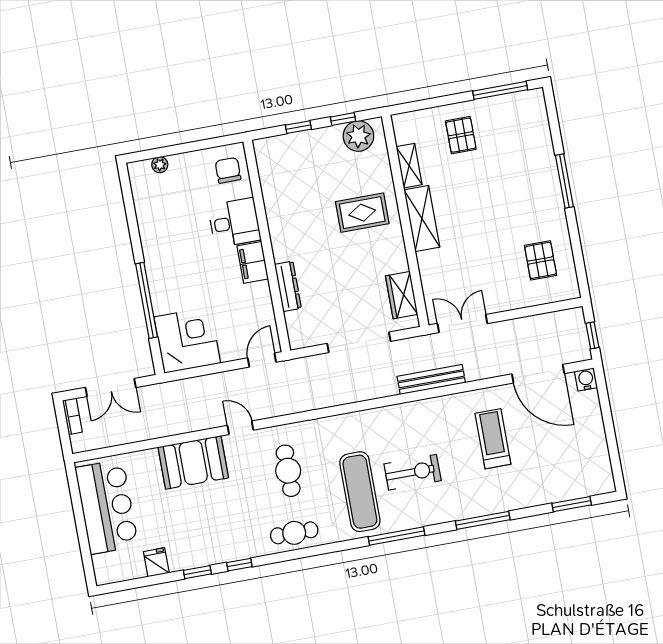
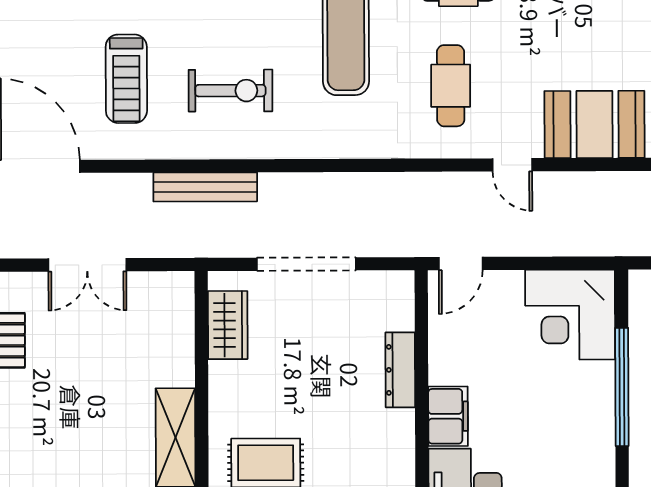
double door: (462, 323) -> (87, 265), moved
exercise bike: (413, 472) -> (230, 91), moved, turned 180

